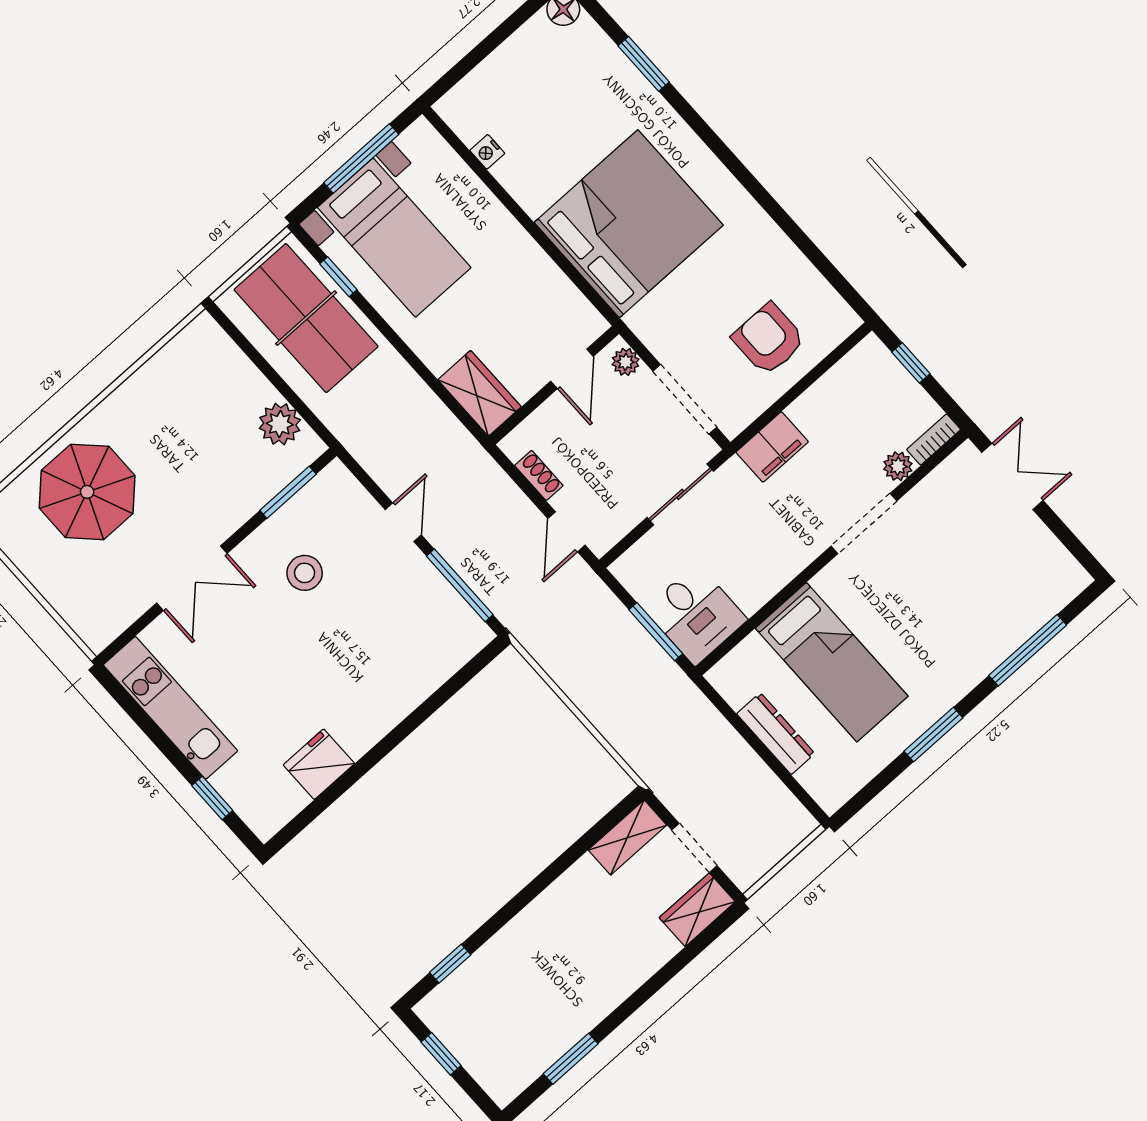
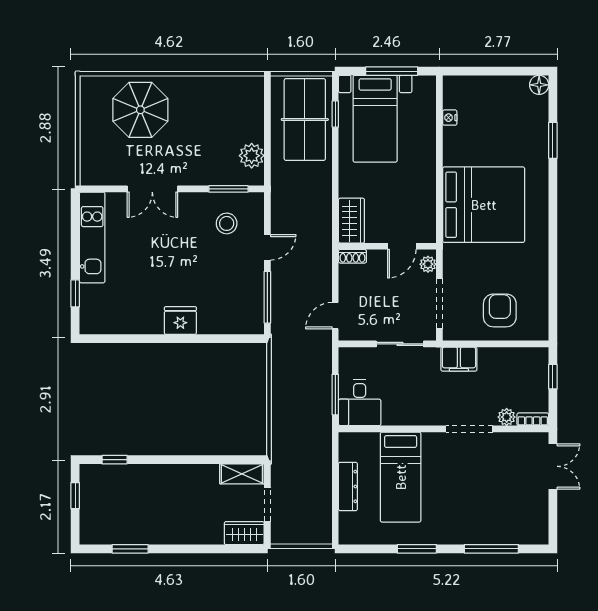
shoe rack: (539, 475) -> (352, 256), moved, turned 90
stool: (305, 573) -> (227, 223), moved
fridge: (319, 764) -> (180, 321), moved

